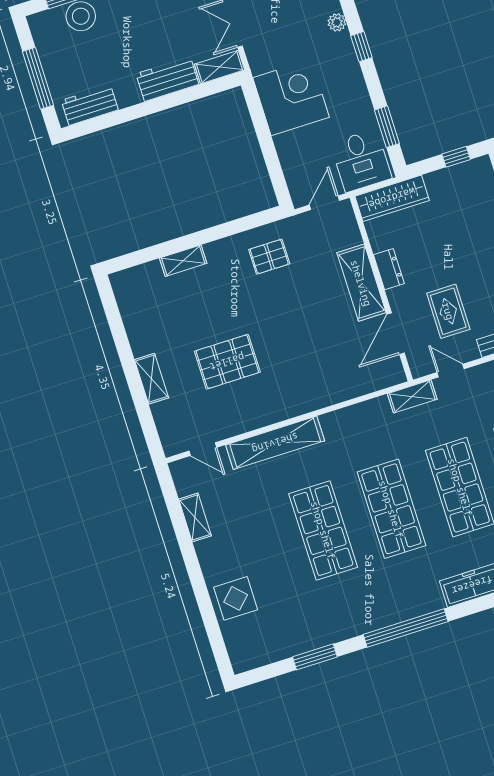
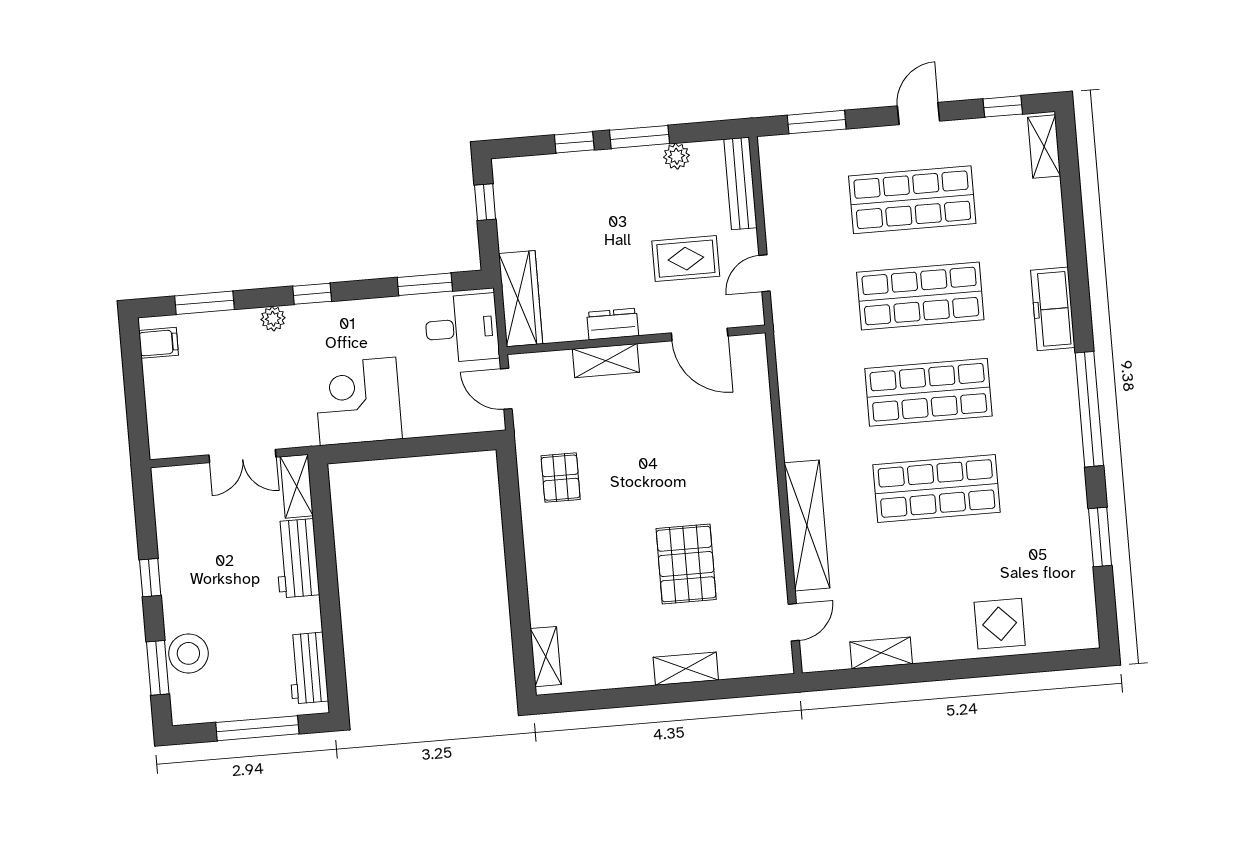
shelving: (183, 261) -> (546, 657), moved
shelving: (361, 283) -> (606, 361), width x0.67, depth x0.75
shelving: (412, 396) -> (787, 331), removed

